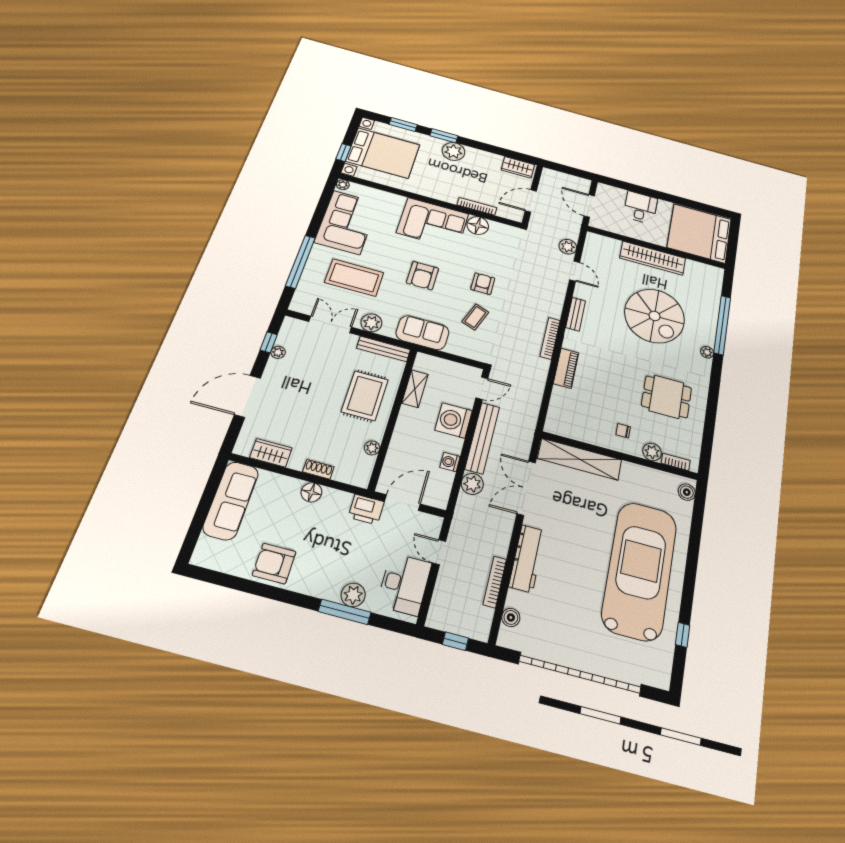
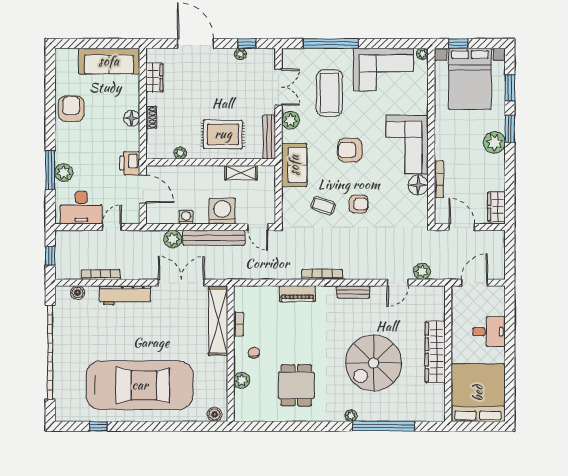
bookcase: (676, 462) -> (239, 324), moved

